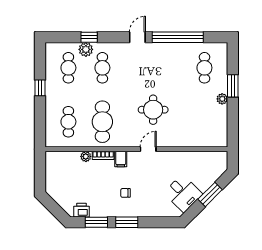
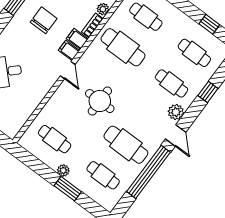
plant: (86, 49) -> (176, 112), moved
cafe table: (170, 68) -> (126, 145), added
window: (40, 88) -> (209, 24), moved
cafe table: (204, 122) -> (55, 139), added
filing cabinet: (133, 159) -> (69, 50), added
chair: (125, 193) -> (44, 20), width x1.87, depth x1.87

